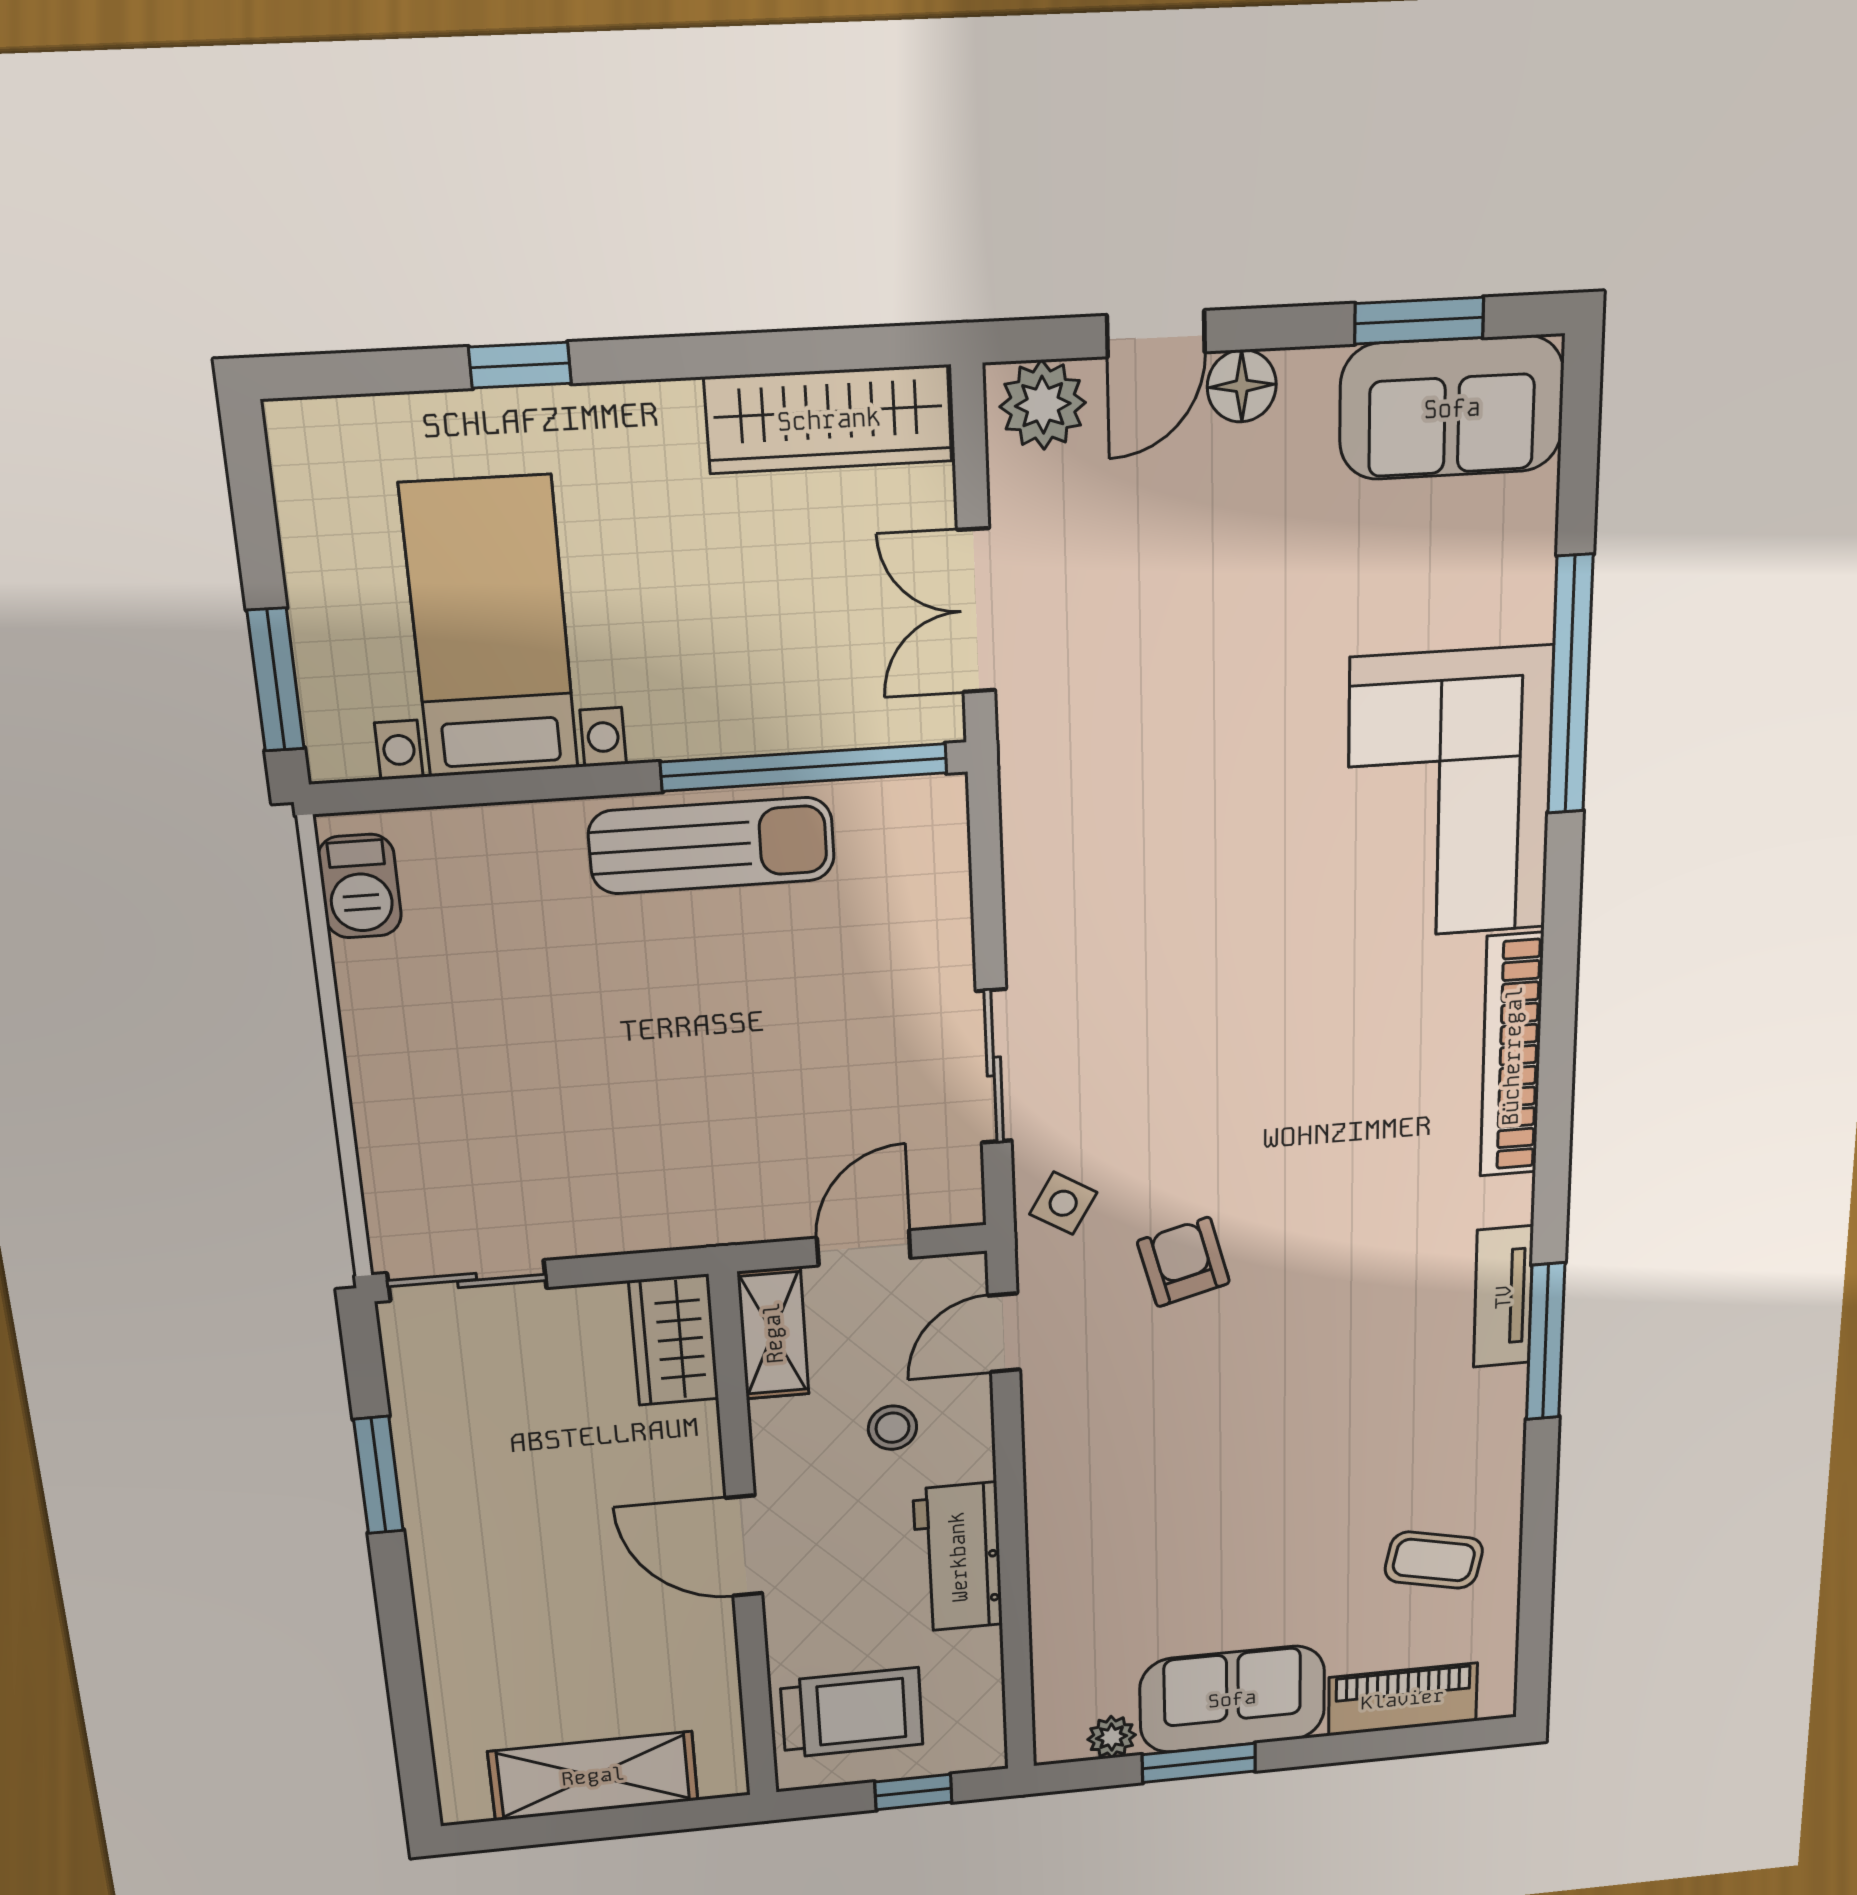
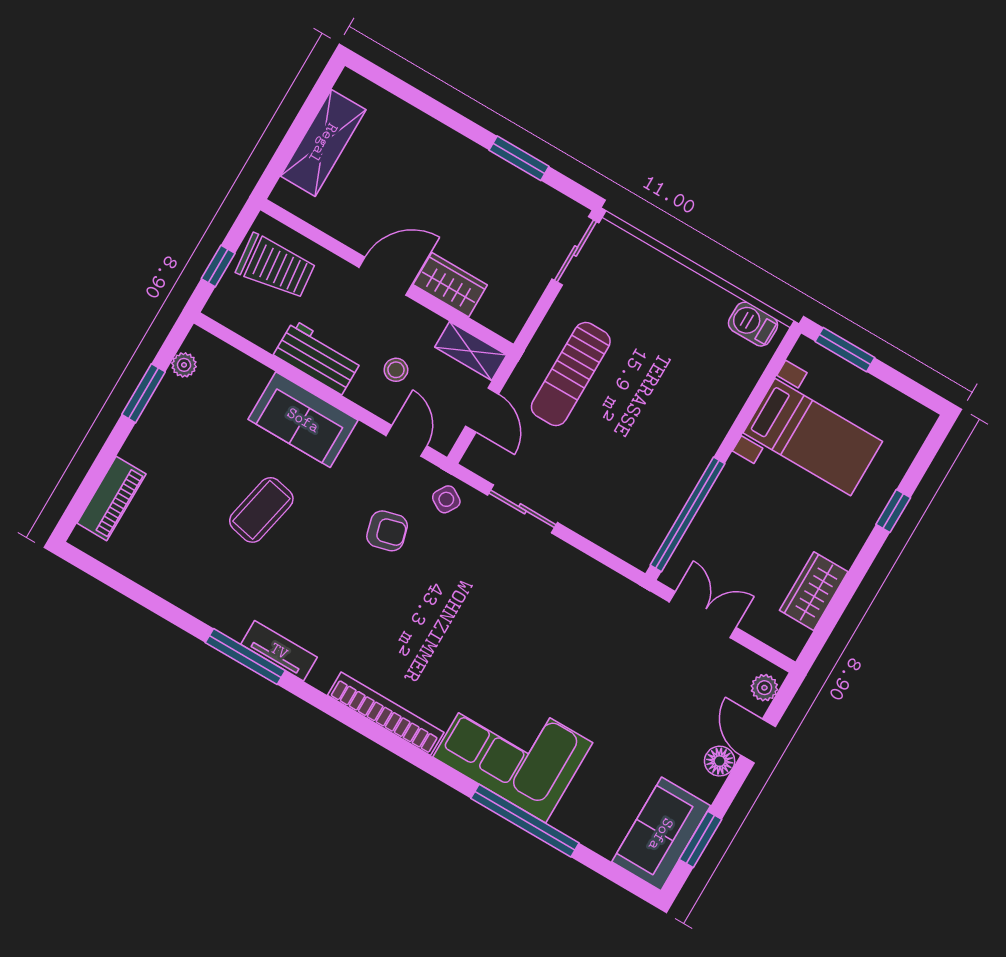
plant: (1043, 405) -> (764, 688), width x0.73, depth x0.73
wardrobe: (829, 419) -> (814, 591), width x0.67
sun lounger: (712, 846) -> (571, 374), moved
wardrobe: (674, 1340) -> (450, 285), moved
coffee table: (1434, 1560) -> (261, 510), moved, width x1.36, depth x1.30
sofa: (1232, 1699) -> (303, 420), moved, turned 90
trolley: (852, 1713) -> (276, 267), turned -96

